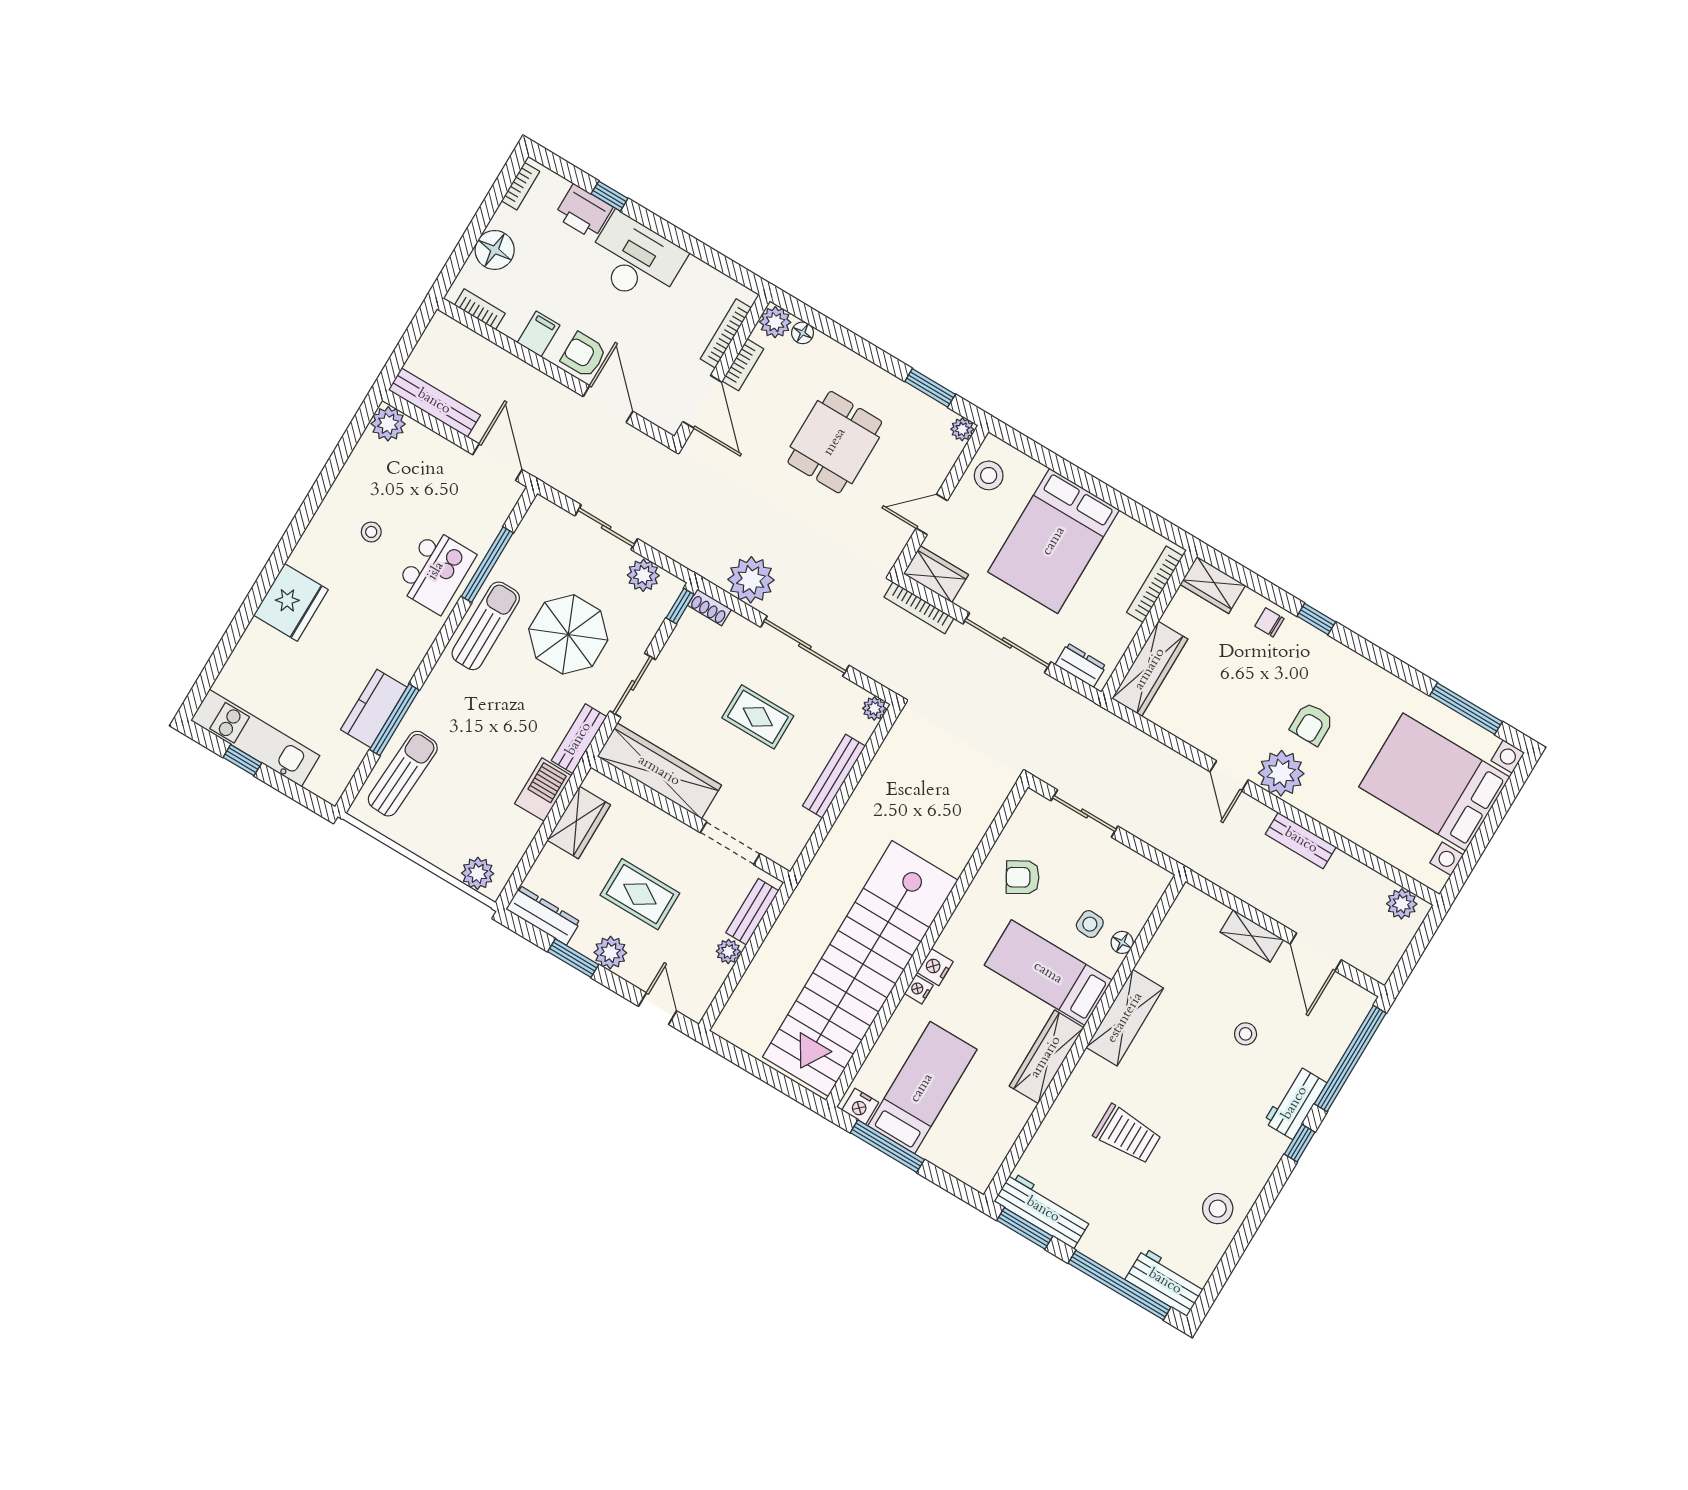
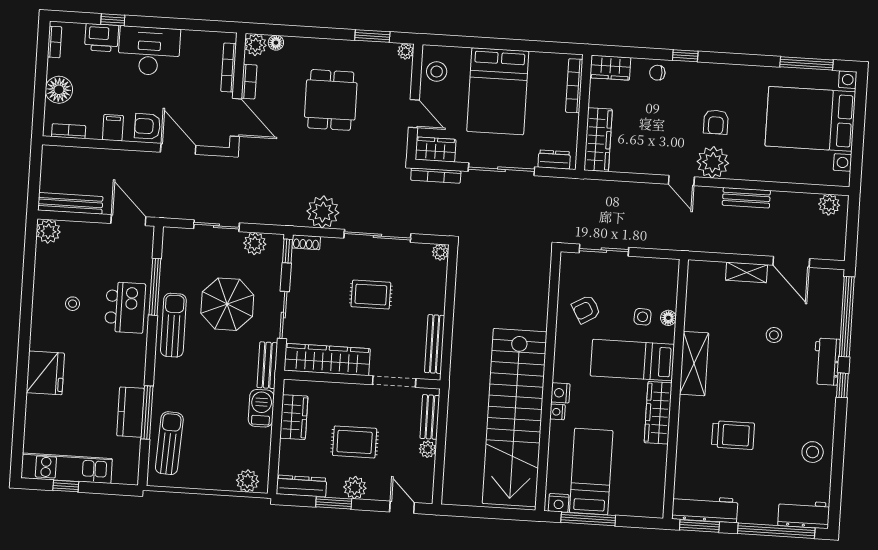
door: (932, 514) -> (414, 114), swing flipped
bench: (834, 776) -> (435, 344), moved

